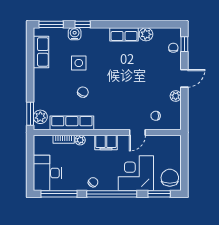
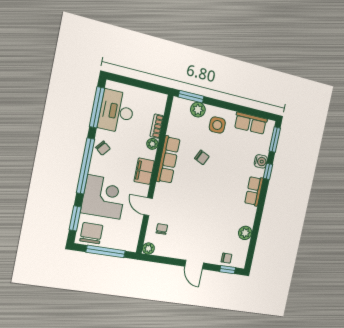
row of seats: (124, 34) -> (254, 191), moved
side table: (79, 63) -> (217, 125), moved
plant: (176, 96) -> (148, 248), moved
plant: (40, 117) -> (198, 110), moved
row of seats: (72, 123) -> (168, 160), moved
window: (184, 162) -> (106, 251), added
desk: (47, 173) -> (117, 111), moved, turned -90
chair: (170, 178) -> (91, 233), turned -90

